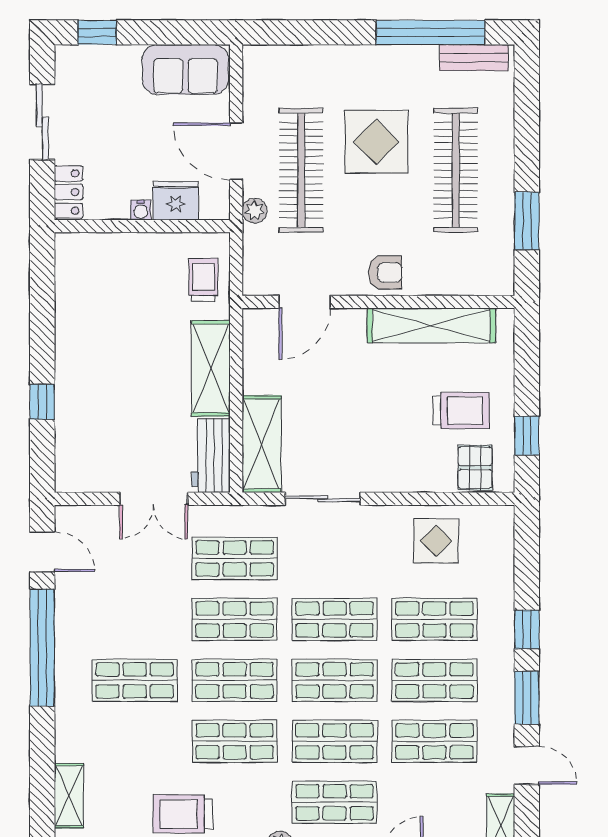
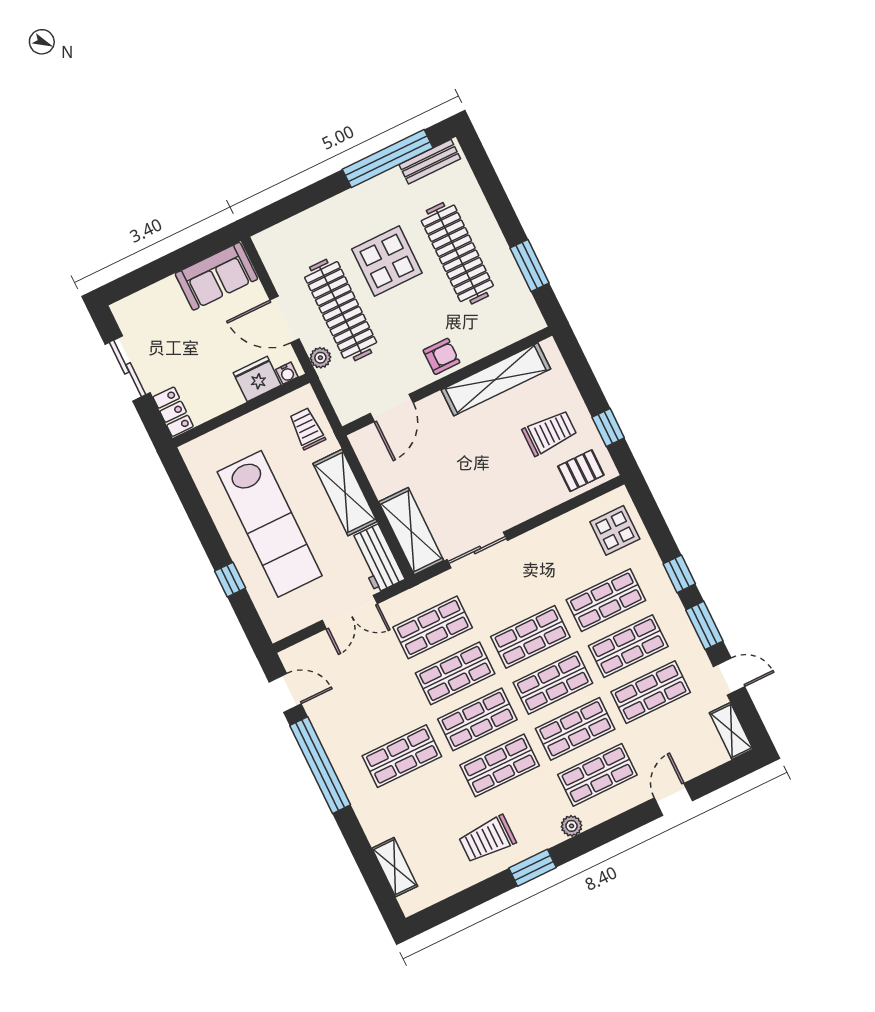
window: (97, 32) -> (136, 281), removed
water cooler: (141, 210) -> (287, 373), moved
lab bench: (114, 363) -> (270, 524), added
pallet: (475, 468) -> (581, 471), turned 90
display table: (436, 541) -> (615, 530), moved

